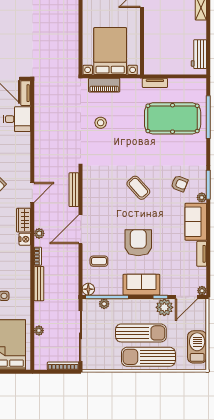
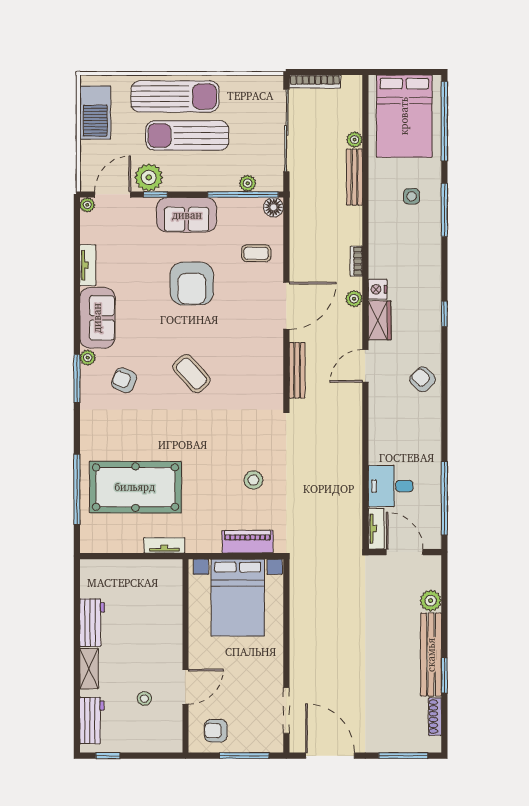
workbench: (199, 54) -> (92, 623), moved
bench: (39, 284) -> (354, 177), moved

